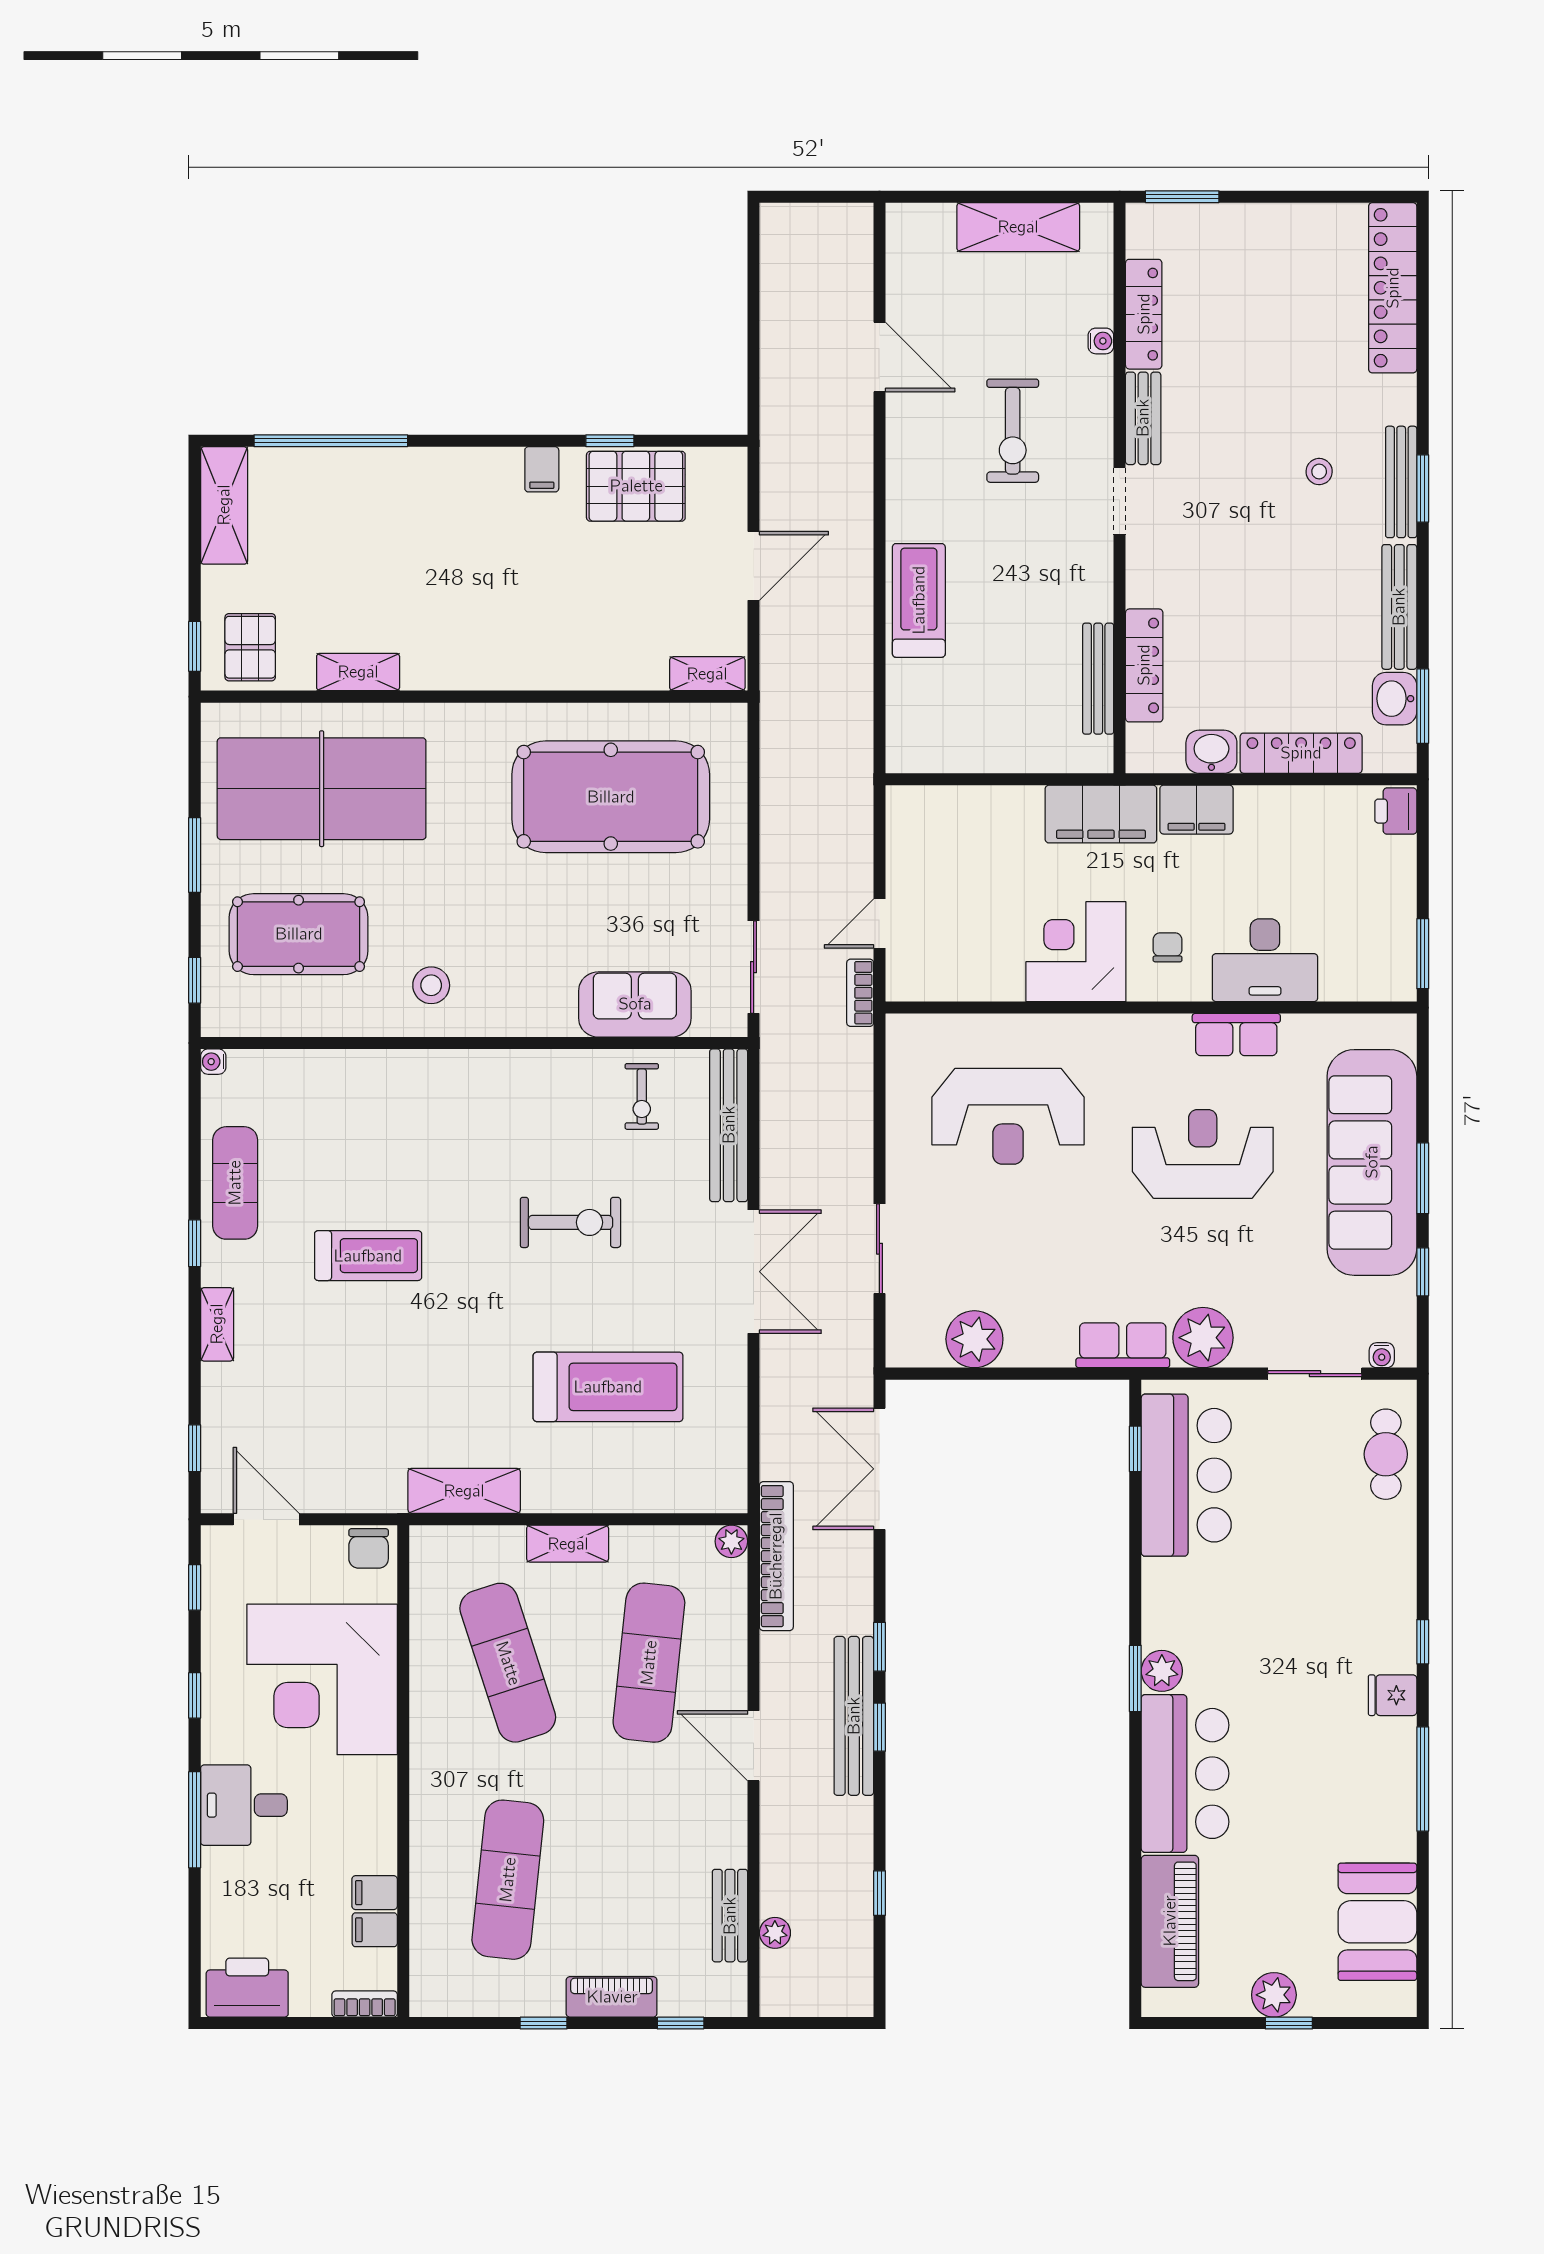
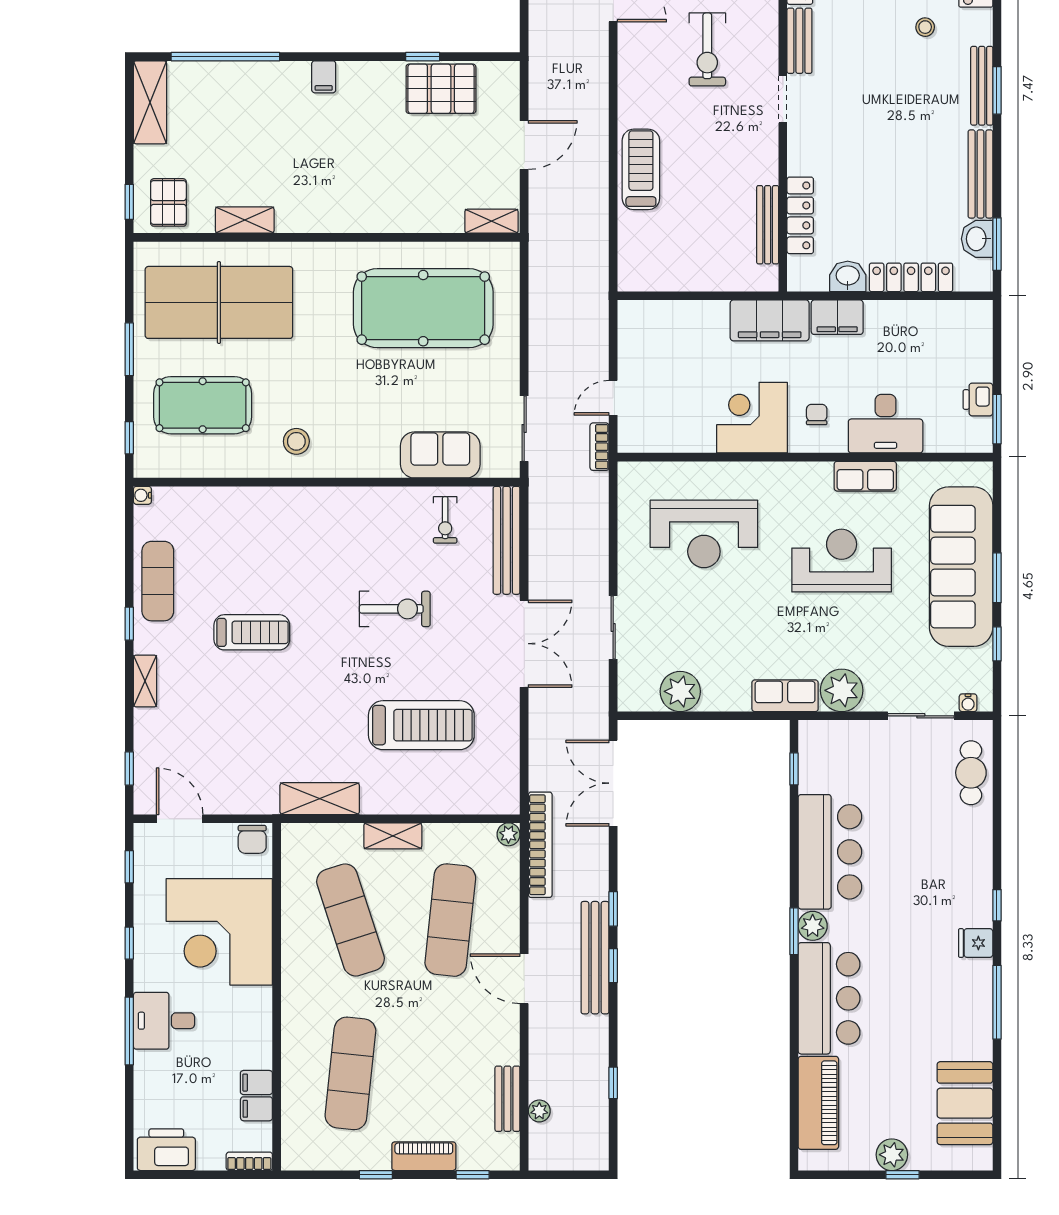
filing cabinet: (542, 469) -> (324, 77), moved
stool: (1319, 472) -> (925, 27), moved
printer: (1396, 811) -> (978, 399), moved
bar counter: (1186, 1475) -> (830, 852), moved

